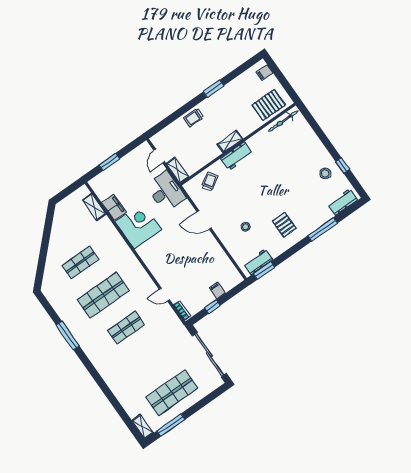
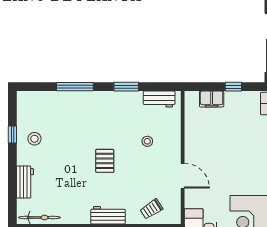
workbench: (342, 202) -> (25, 182), moved, turned -90
pallet: (284, 225) -> (105, 161), moved
window: (264, 271) -> (126, 87), moved
filing cabinet: (217, 291) -> (212, 99), width x2.00

